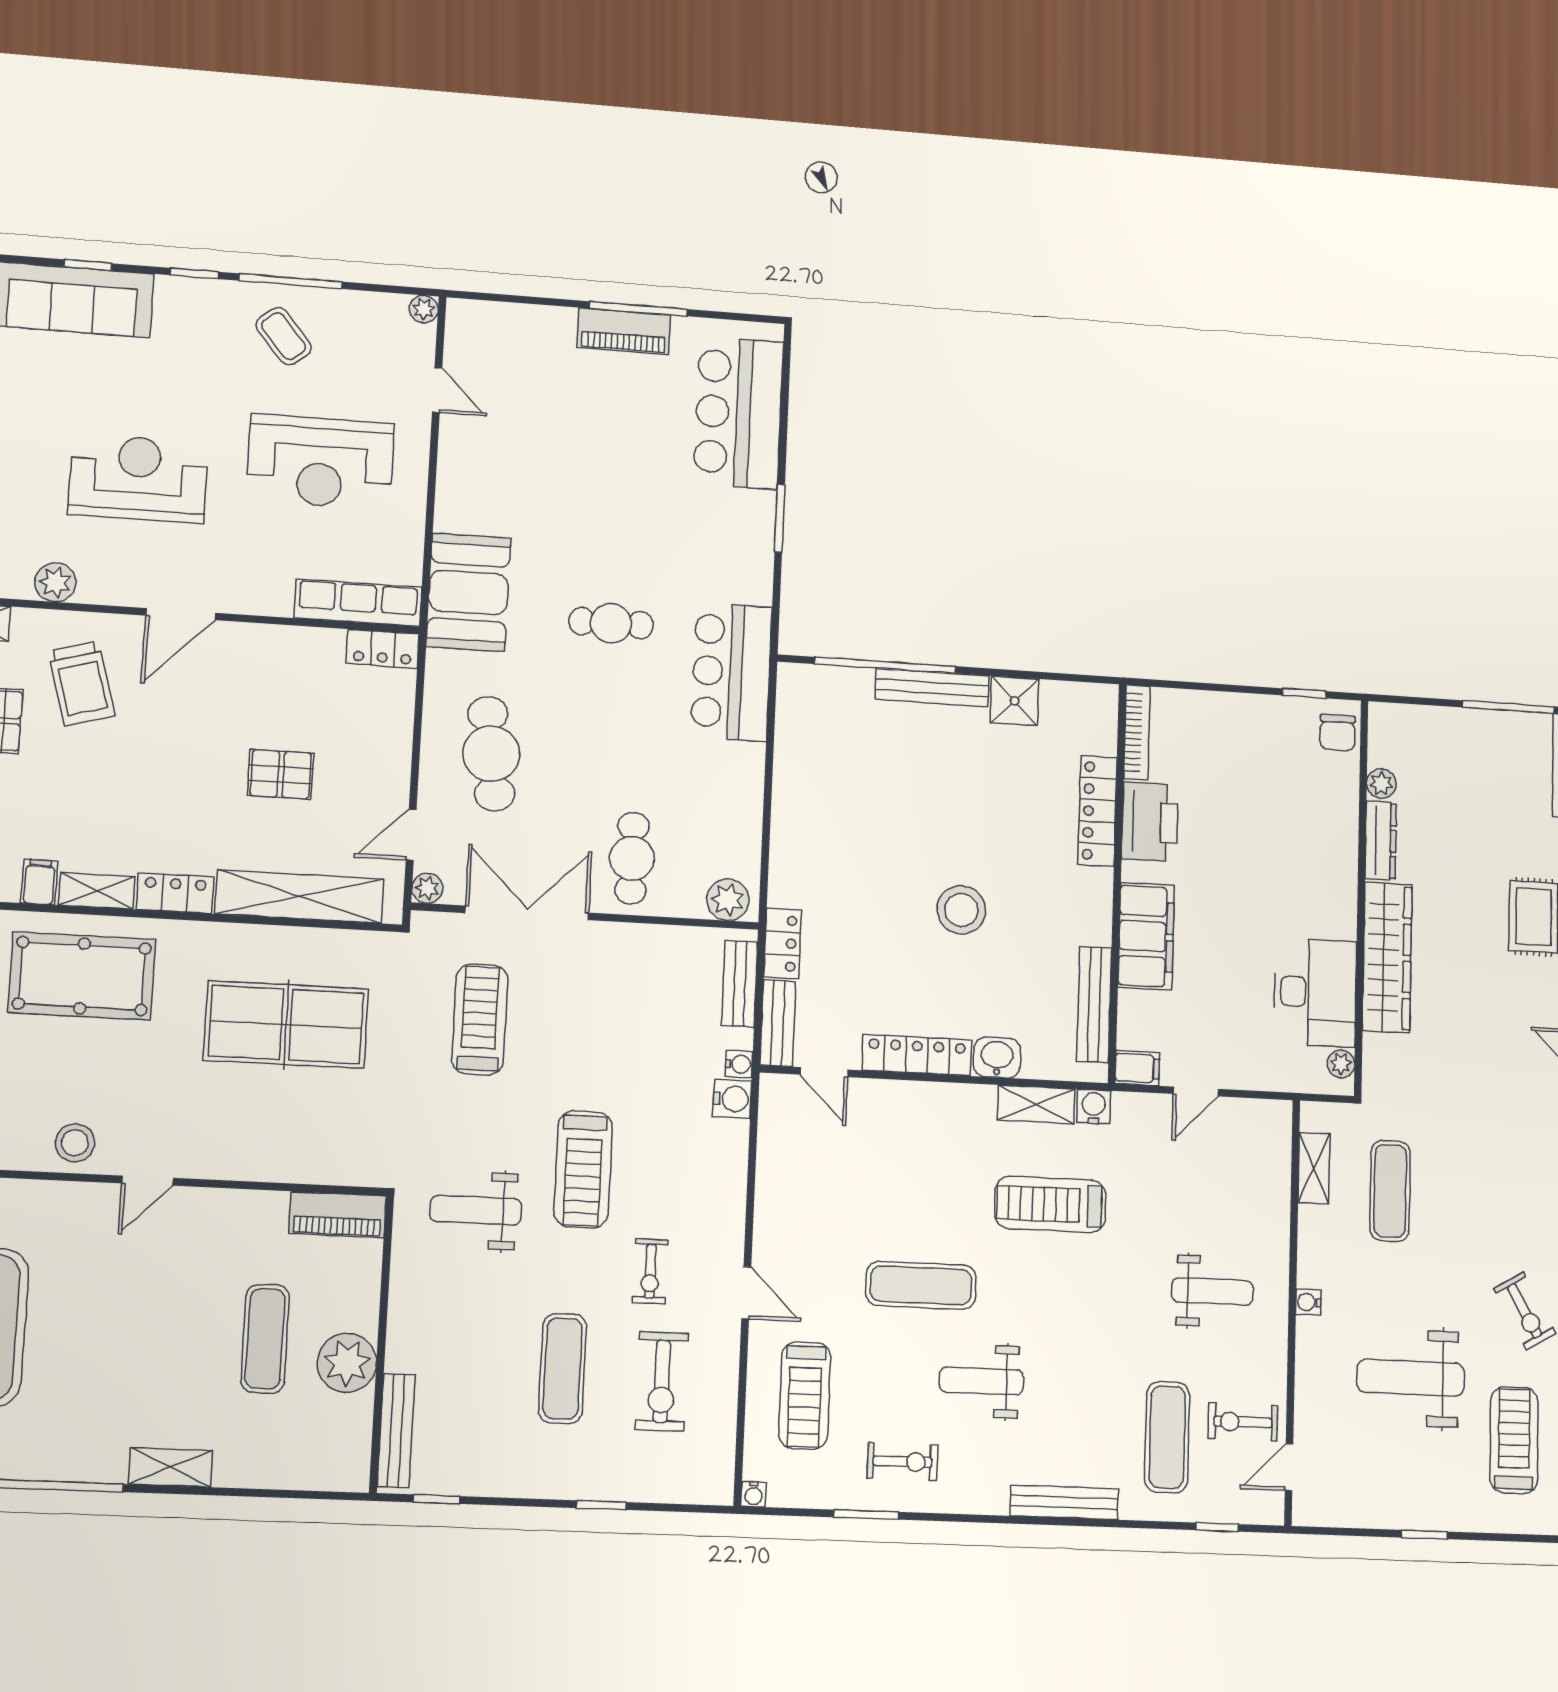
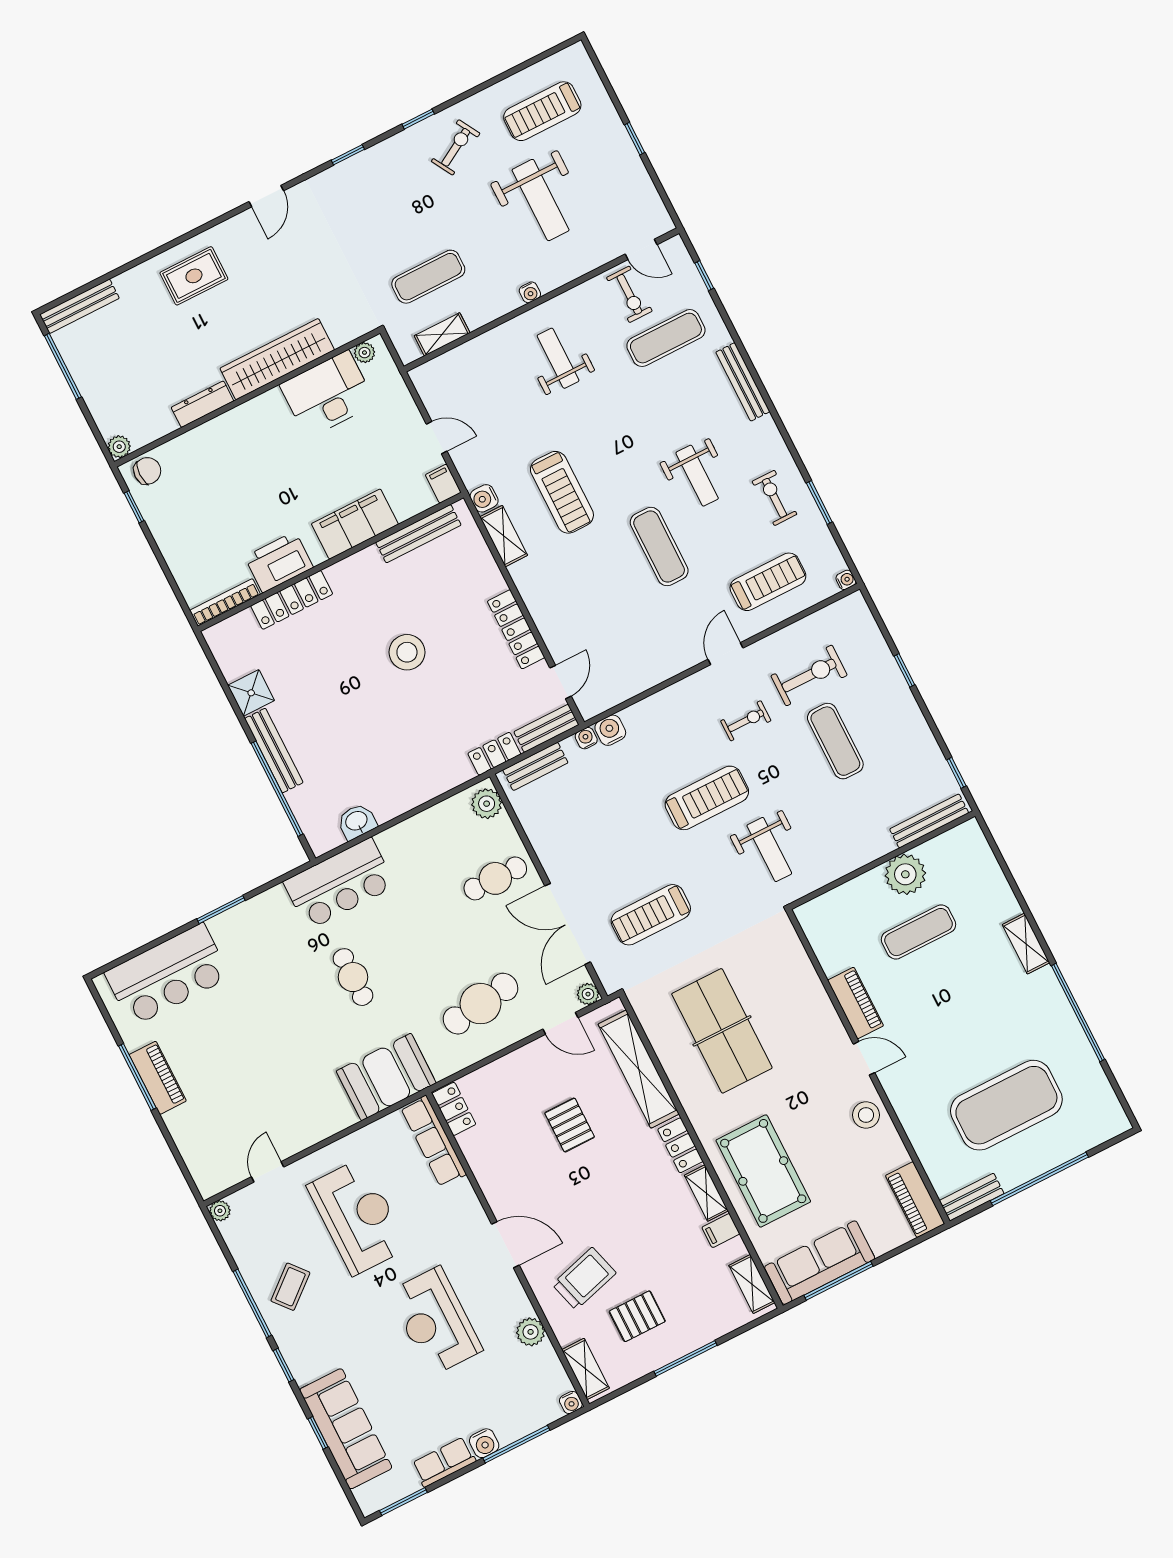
plant: (1381, 784) -> (119, 447), moved
washbasin: (997, 1057) -> (357, 821), moved, turned 90
piano: (338, 1215) -> (856, 1003), moved
exercise mat: (563, 1368) -> (835, 741), turned 90

